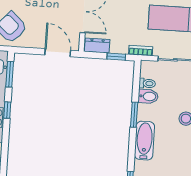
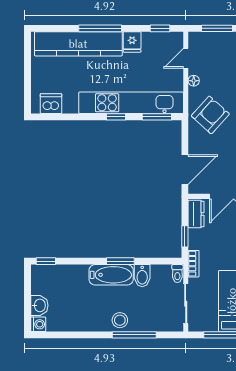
toilet: (147, 83) -> (177, 274), moved
bathtub: (144, 141) -> (111, 275), moved

